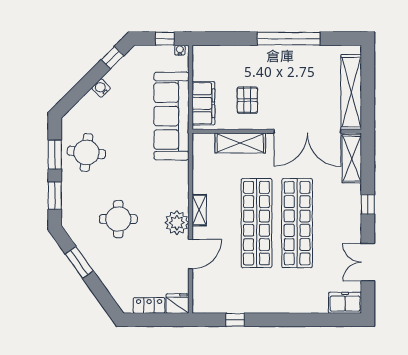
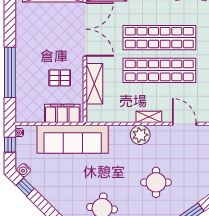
window: (289, 39) -> (10, 72), moved
water cooler: (101, 88) -> (24, 170), moved
plant: (177, 223) -> (140, 135), moved

